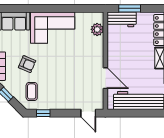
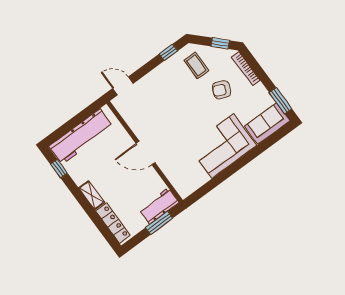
plant: (97, 29) -> (176, 177), removed
door: (105, 78) -> (145, 153), moved

